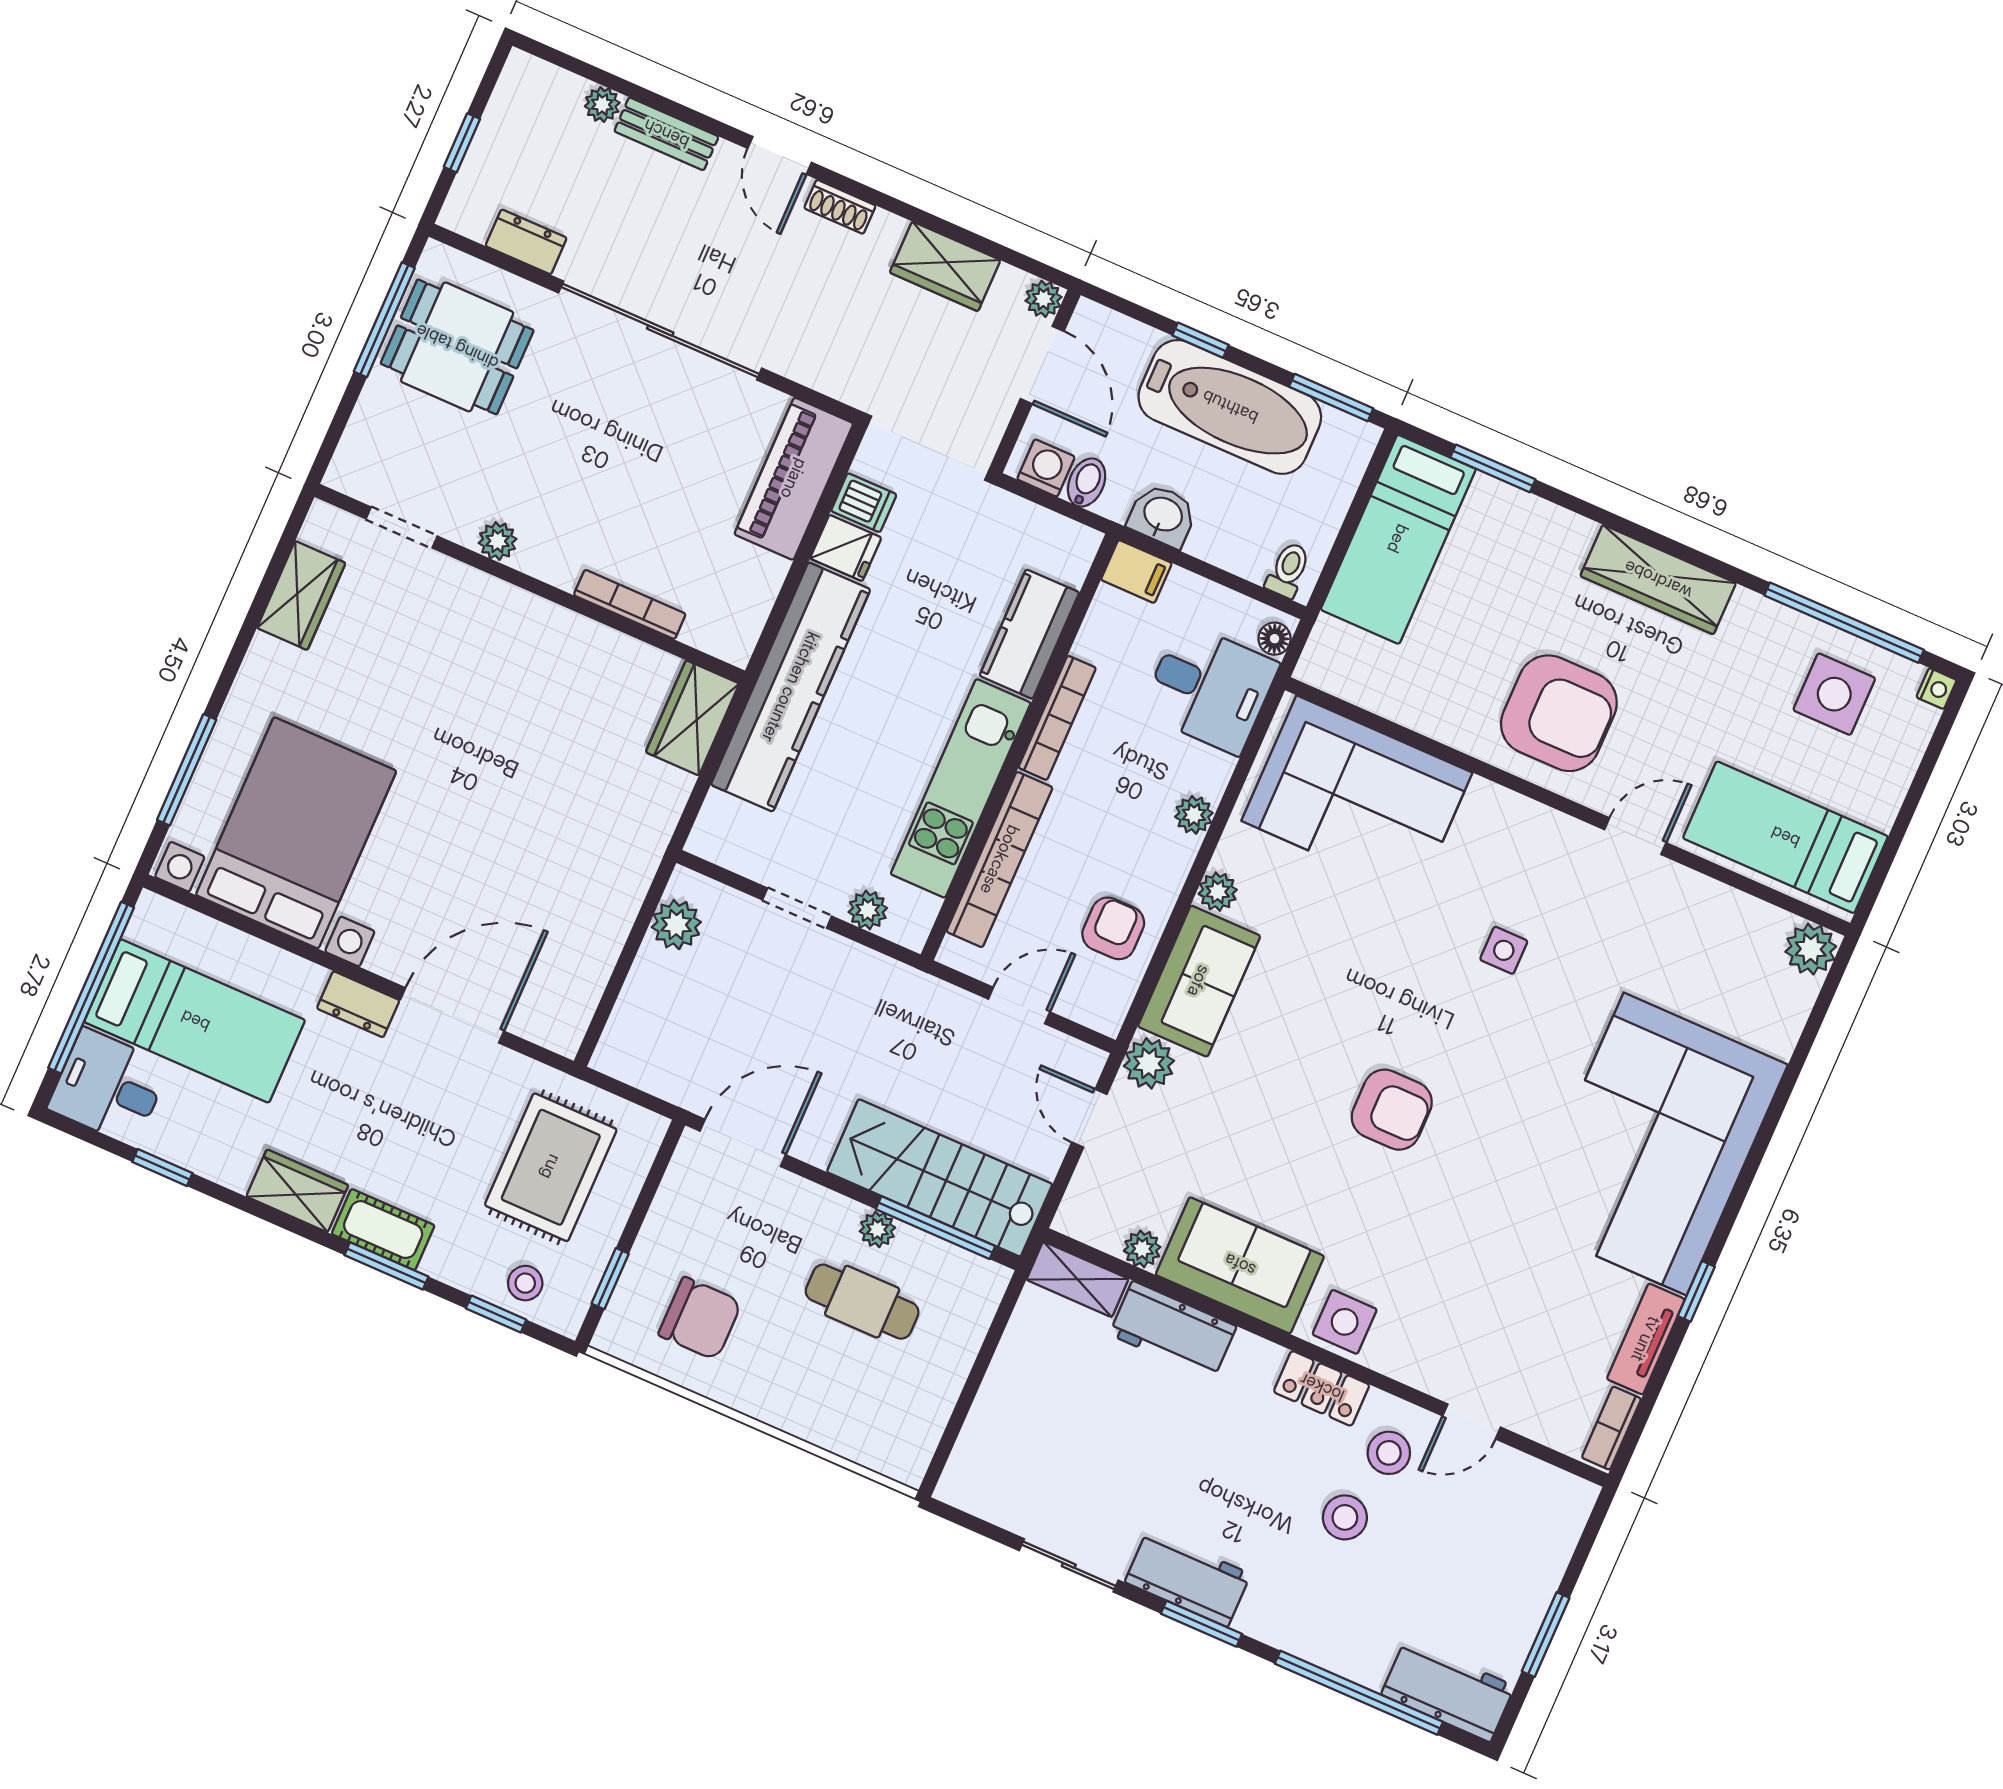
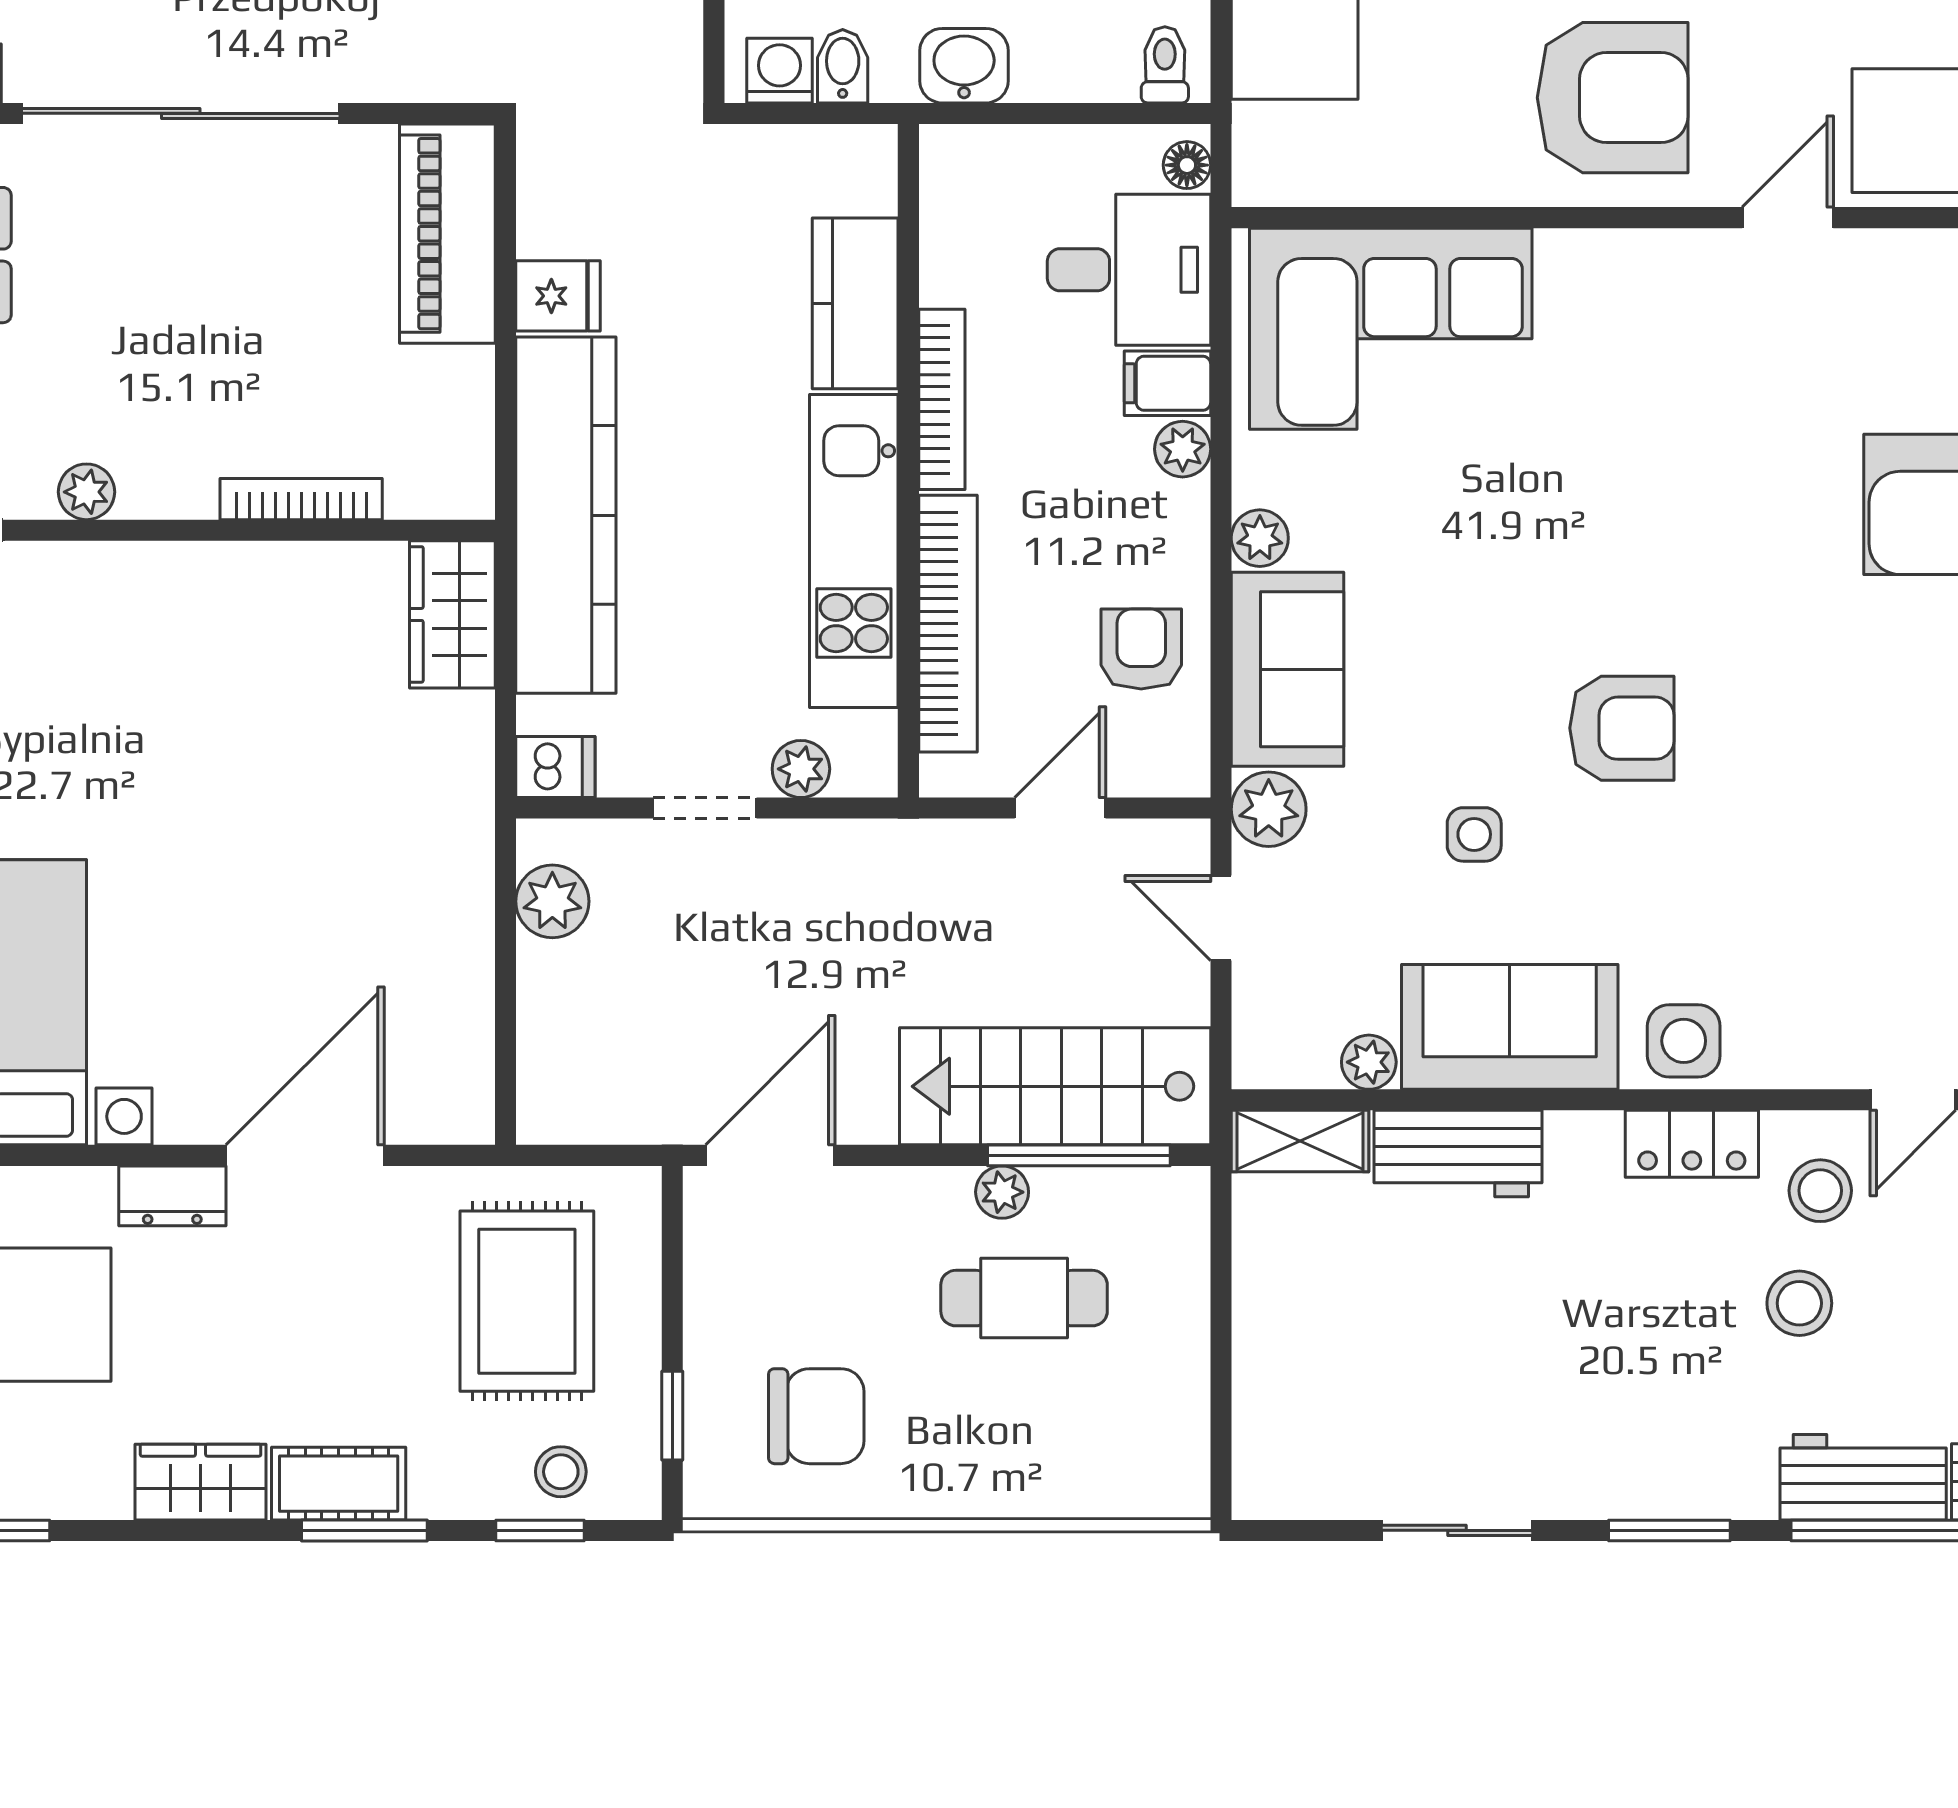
dishwasher: (864, 503) -> (555, 767), moved
filing cabinet: (1136, 571) -> (1167, 383), moved, turned 180
side table: (1504, 950) -> (1474, 834), moved
workbench: (1188, 1578) -> (1863, 1477), moved

